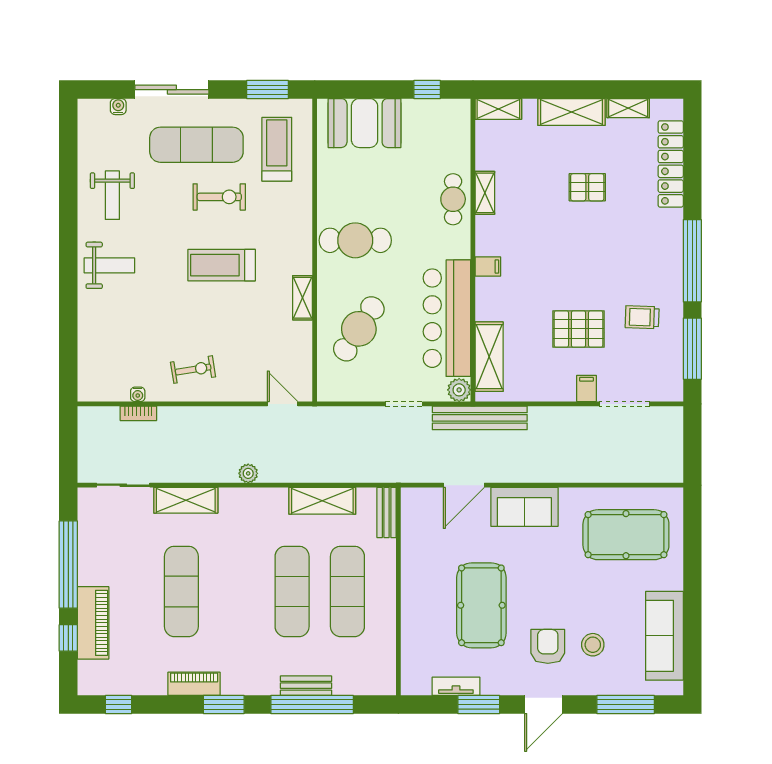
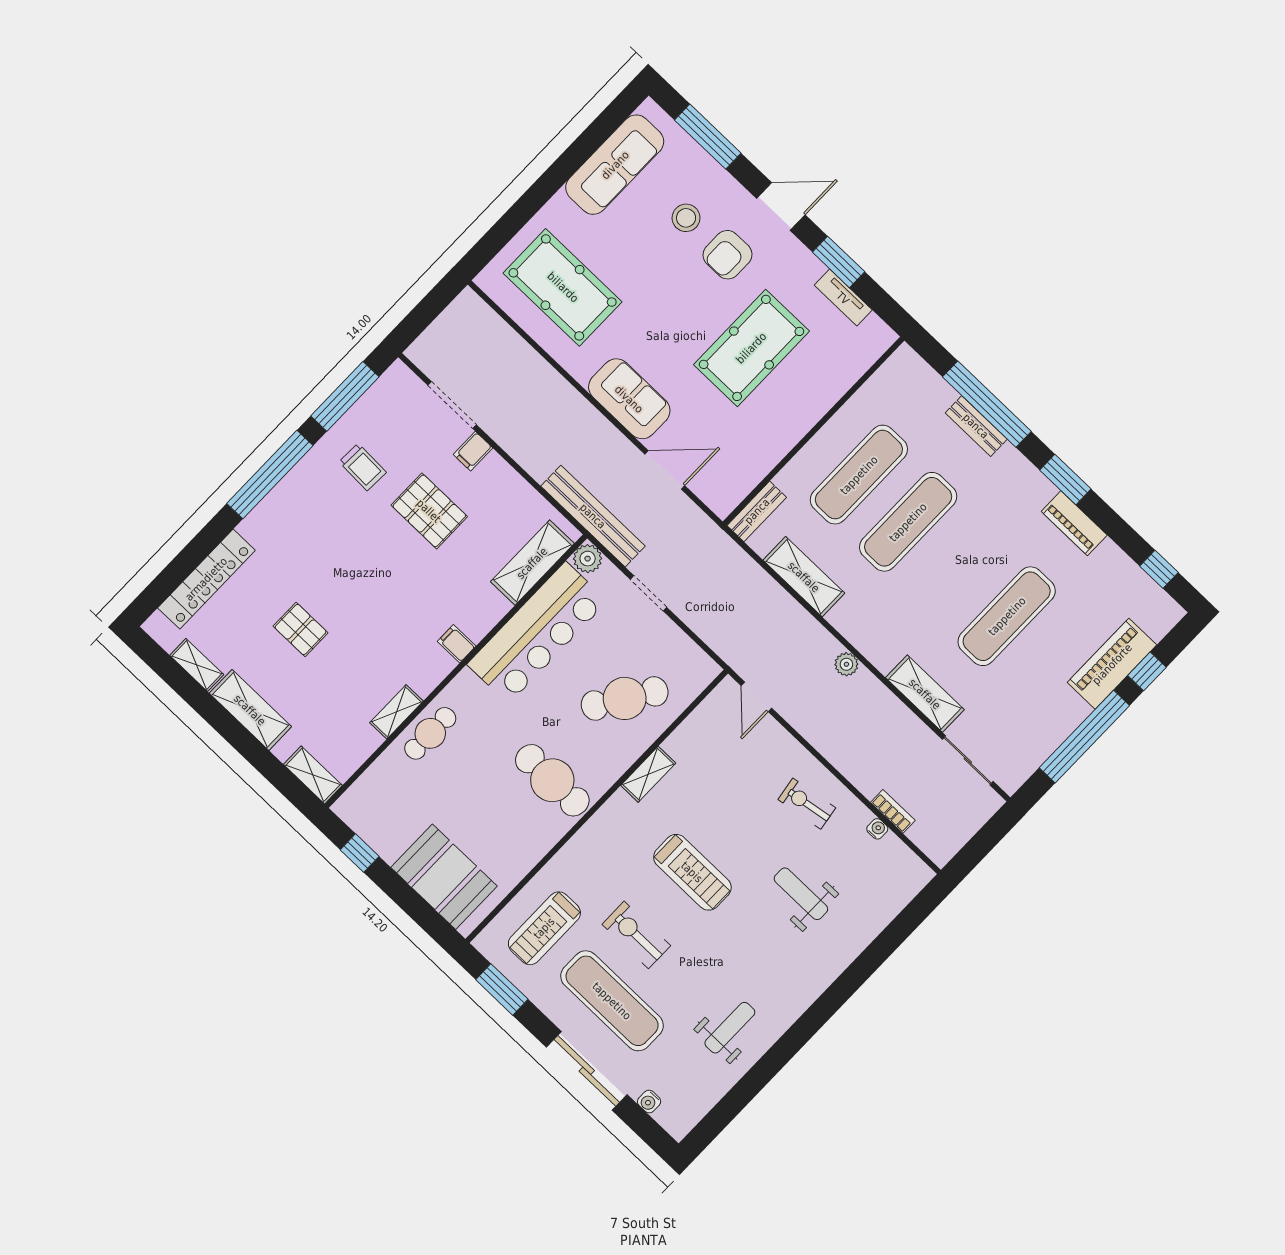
weight bench: (109, 265) -> (801, 894), moved

